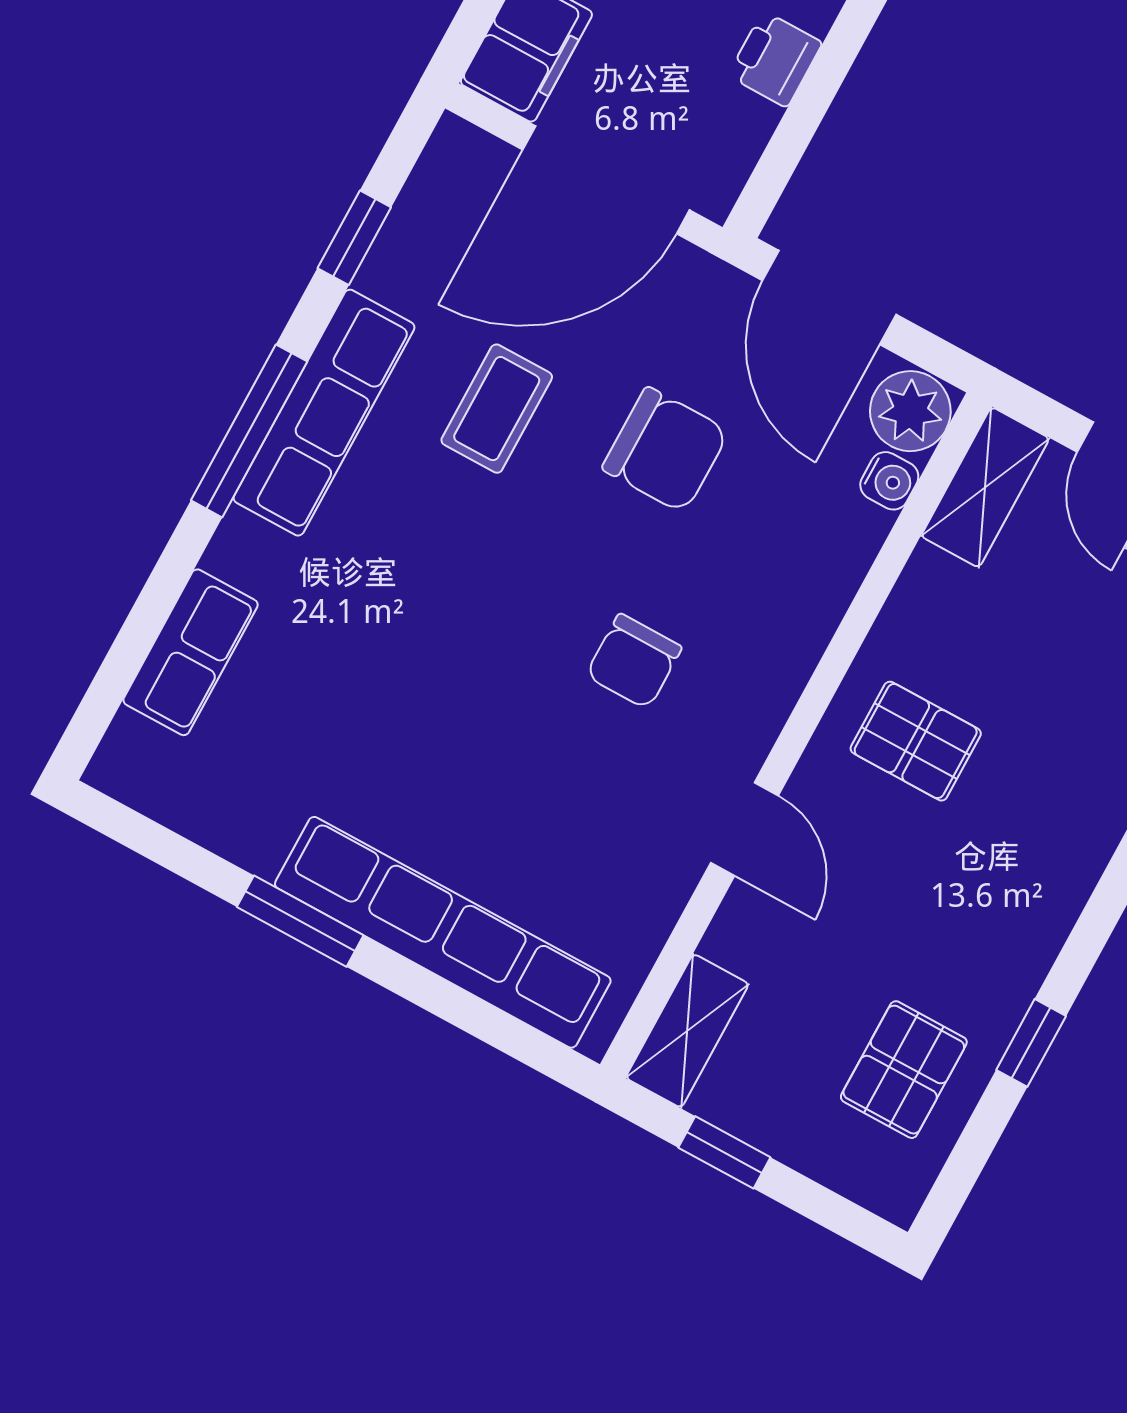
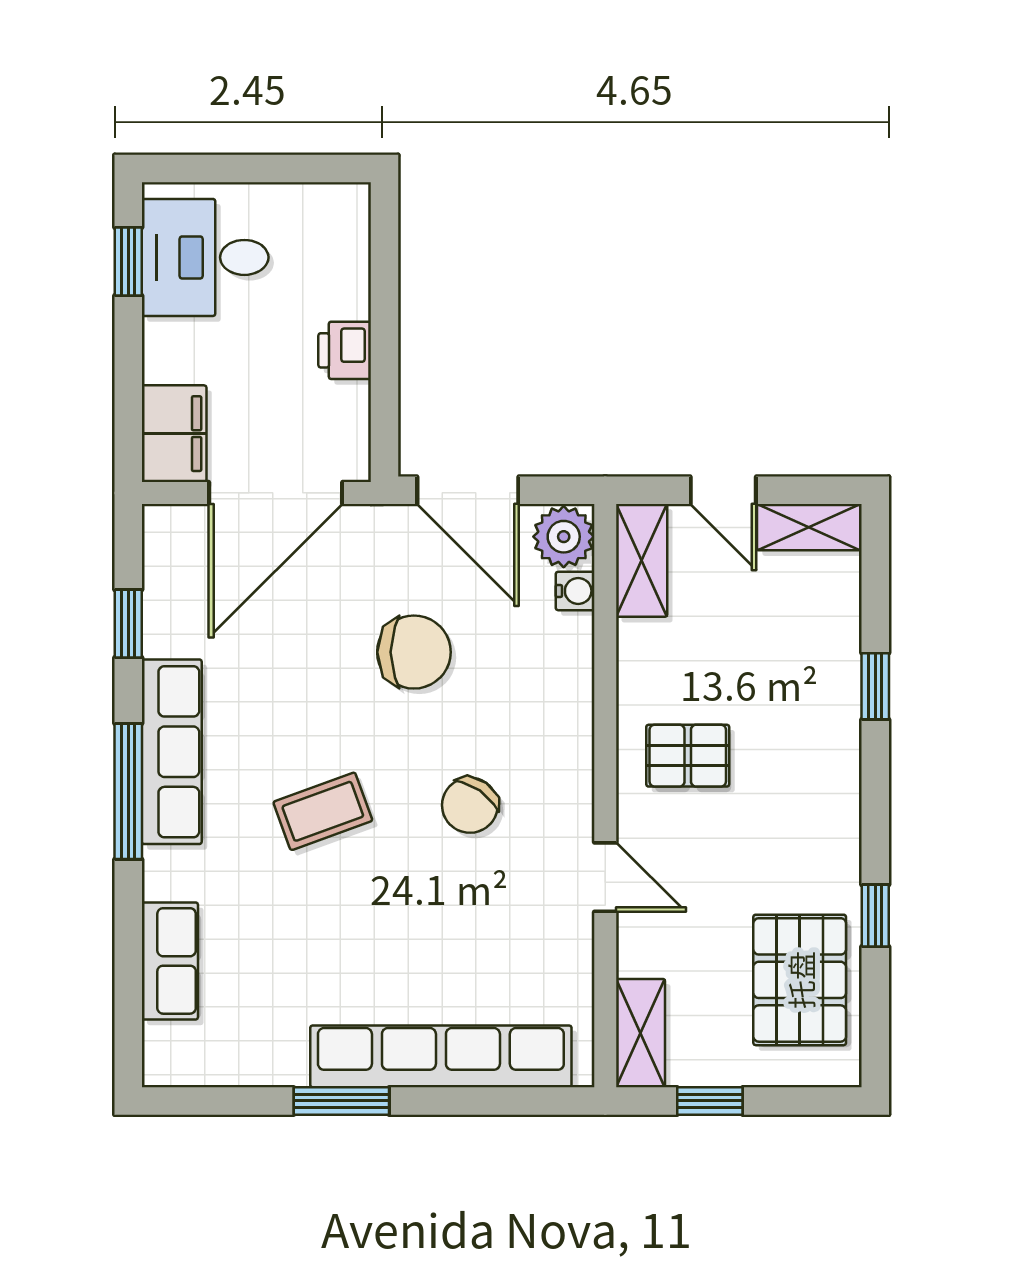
coffee table: (497, 409) -> (323, 811), moved, turned 70
chair: (634, 661) -> (470, 805), turned 35
pallet: (904, 1070) -> (800, 980), width x1.50, depth x1.42

